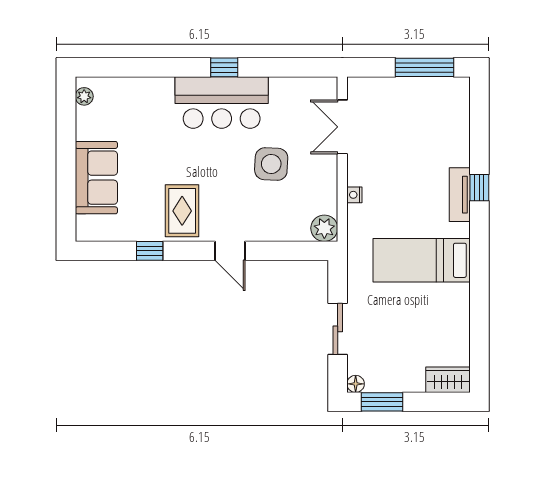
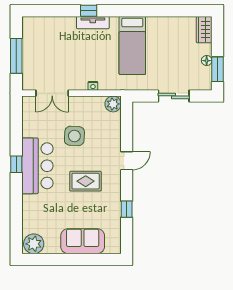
window: (424, 67) -> (16, 56), moved
plant: (84, 96) -> (34, 244), width x1.87, depth x1.87
rug: (182, 211) -> (86, 181), moved
floor lamp: (356, 384) -> (207, 61), moved

